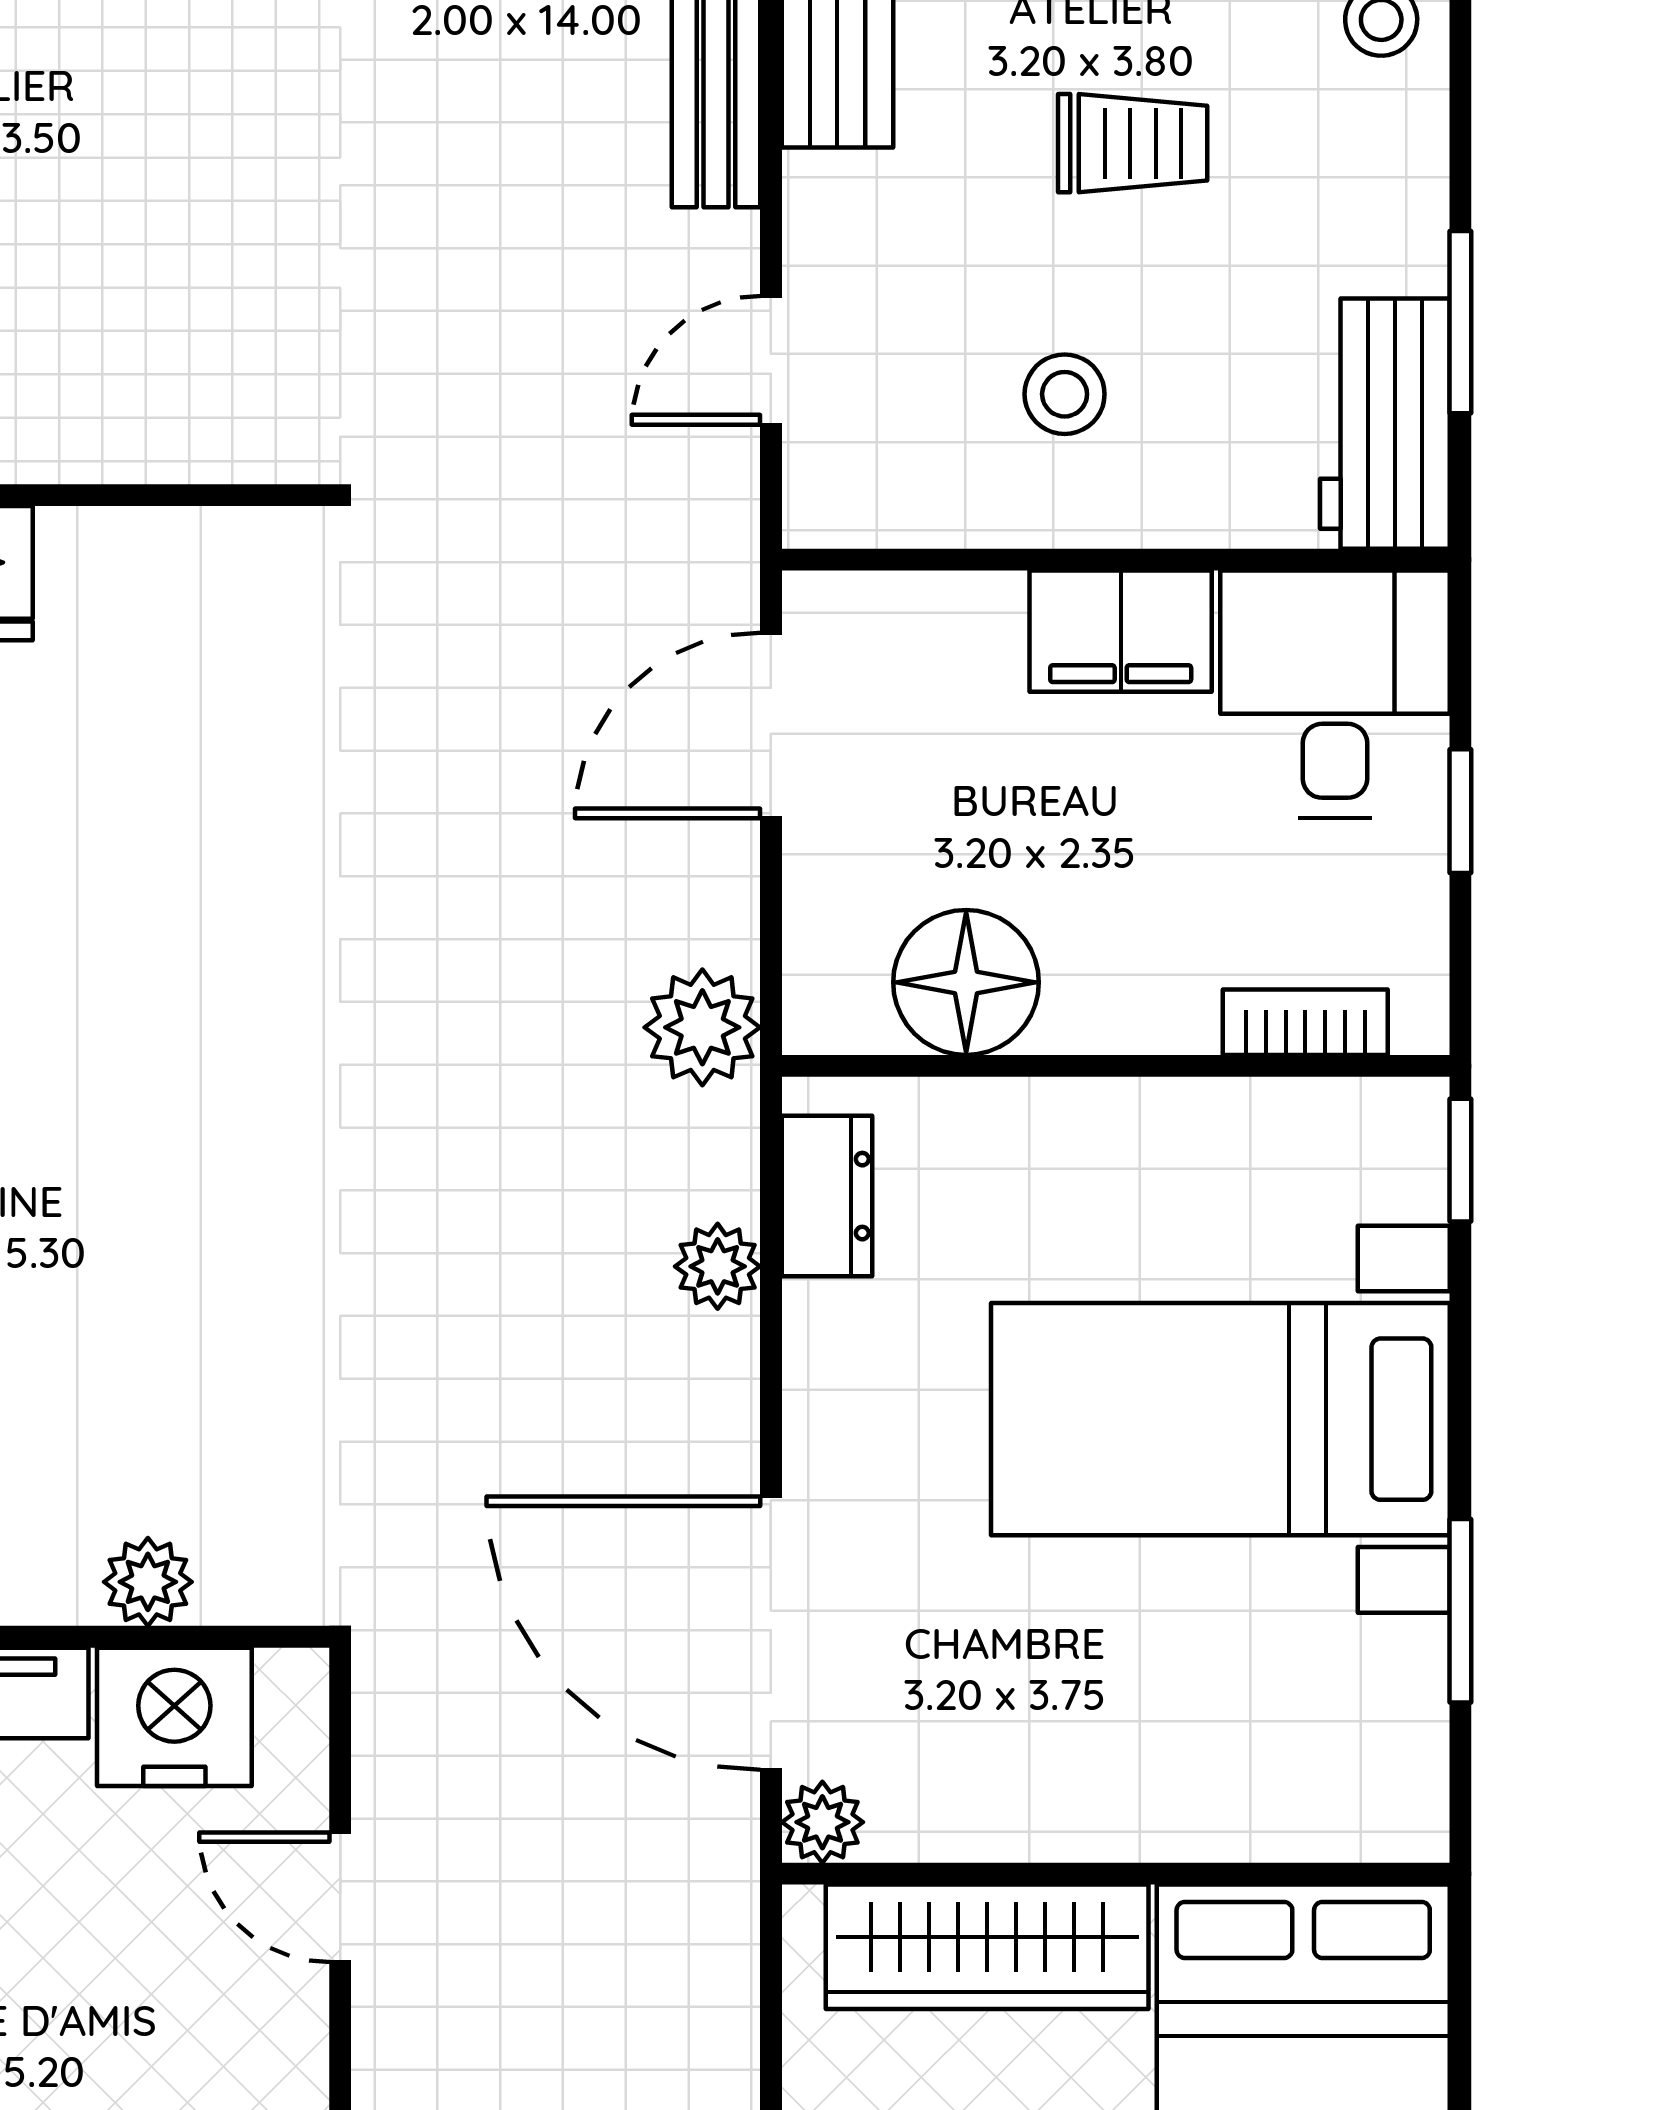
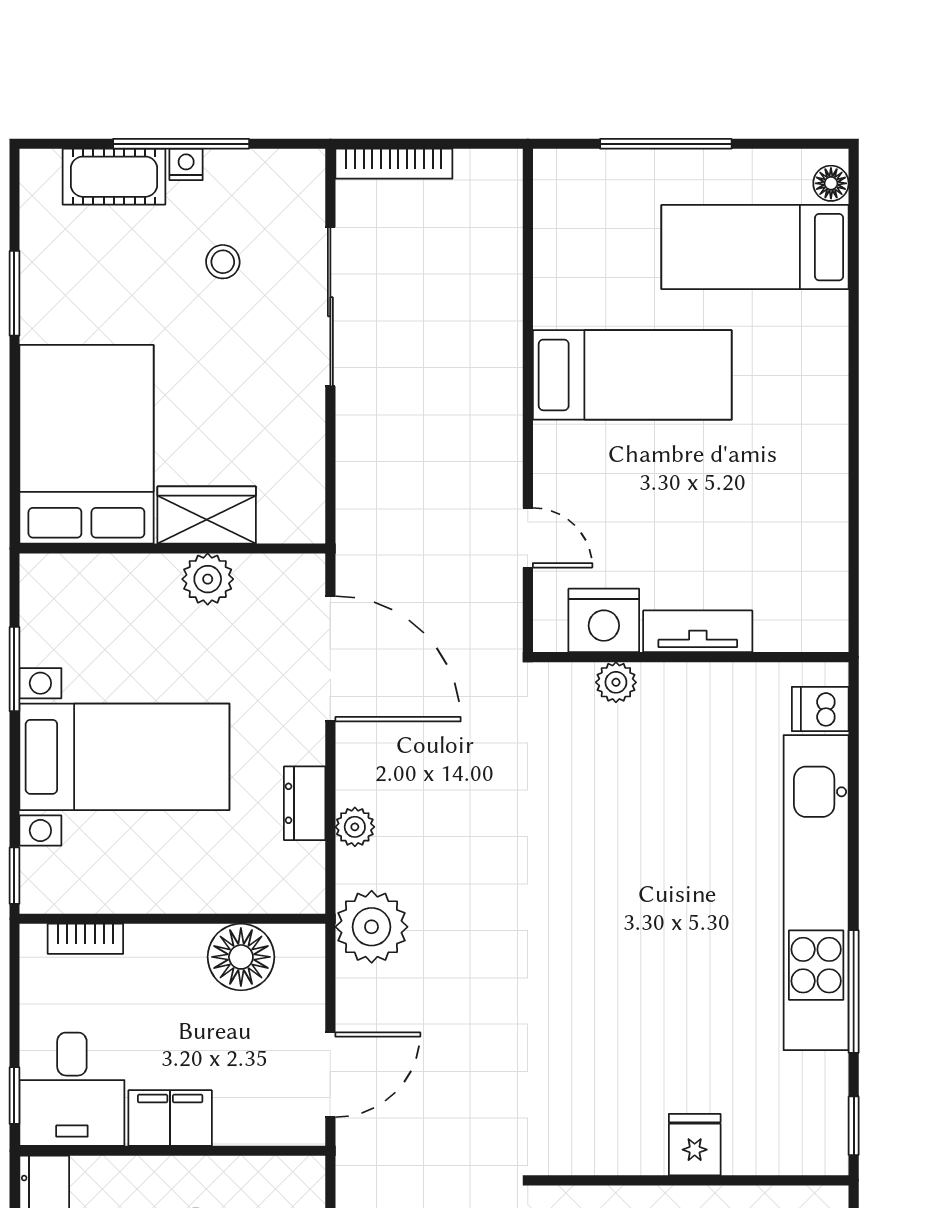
window: (1460, 811) -> (14, 1096), moved
plant: (702, 1027) -> (372, 927), width x1.36, depth x1.36
dresser: (827, 1196) -> (305, 803), moved
plant: (822, 1822) -> (208, 579), moved, width x1.38, depth x1.38
wardrobe: (987, 1947) -> (207, 515), width x0.67

